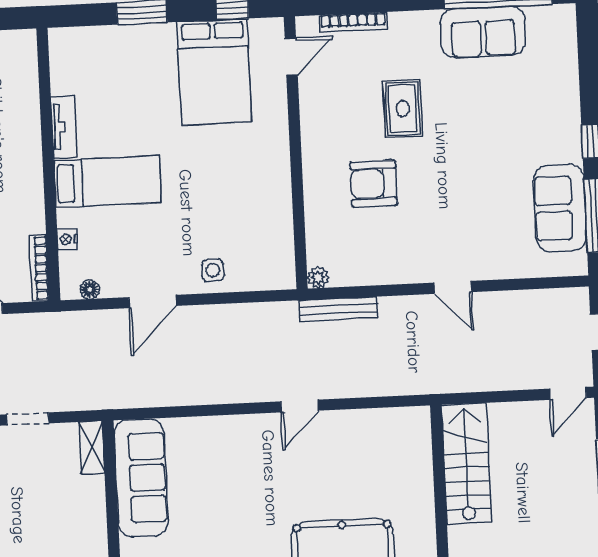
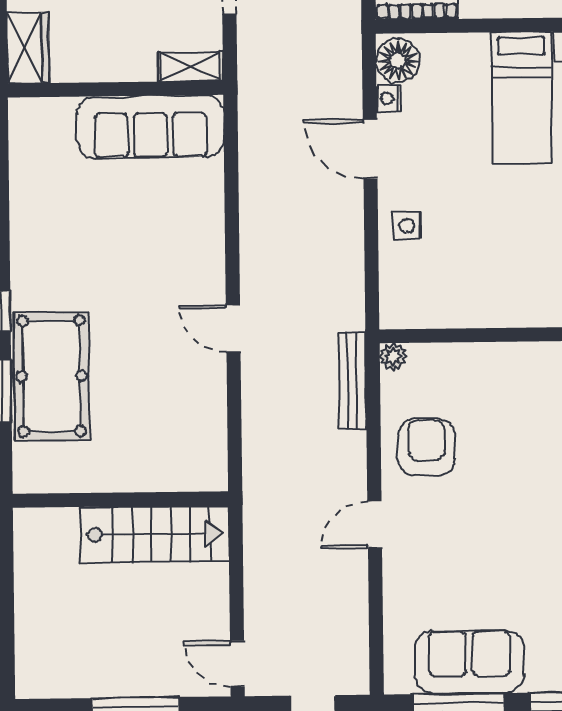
armchair: (374, 184) -> (426, 447), moved
nightstand: (67, 239) -> (389, 99), moved, turned -90
floor lamp: (90, 290) -> (398, 61), width x1.89, depth x1.89

